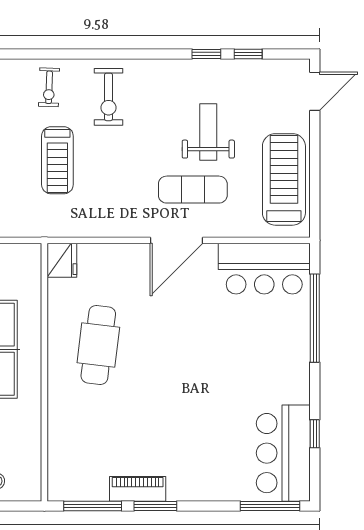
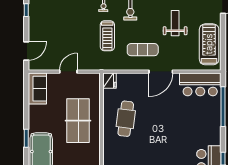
exercise mat: (193, 190) -> (143, 50), moved

